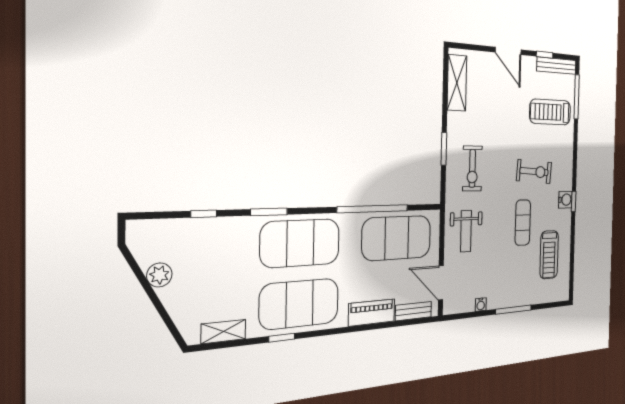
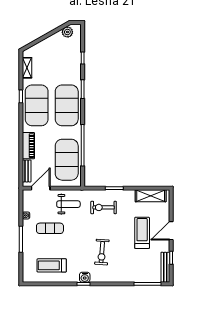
treadmill: (550, 112) -> (142, 233), moved
exercise mat: (523, 223) -> (50, 228), moved
weight bench: (466, 231) -> (68, 204), turned 180
plant: (159, 275) -> (67, 32), moved

